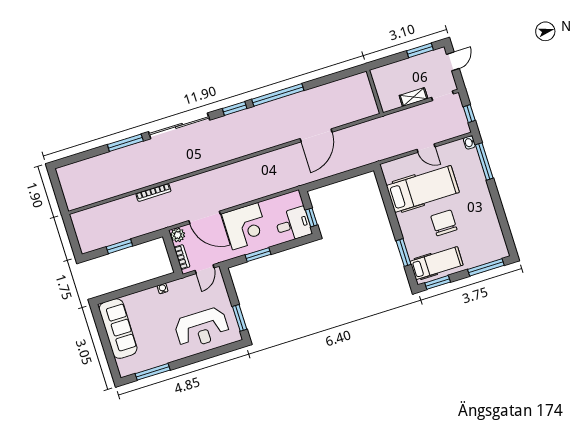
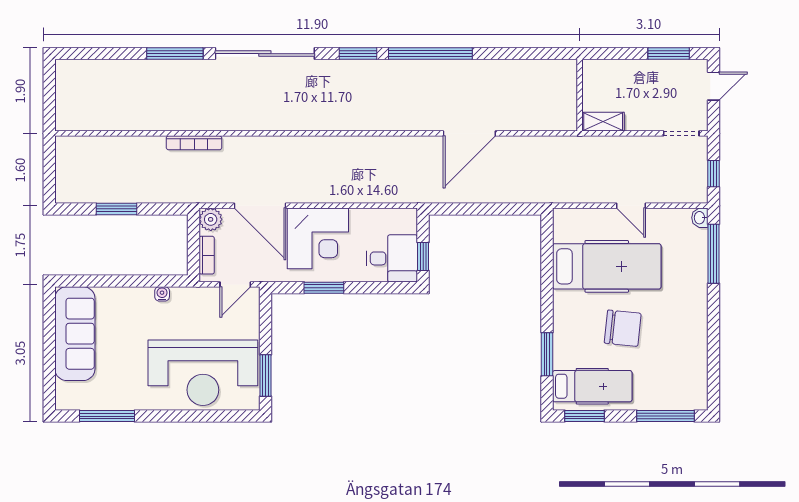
shelving: (413, 97) -> (603, 122), moved
chair: (444, 223) -> (623, 328), turned 96
reception desk: (202, 328) -> (203, 373), width x1.36, depth x1.30

